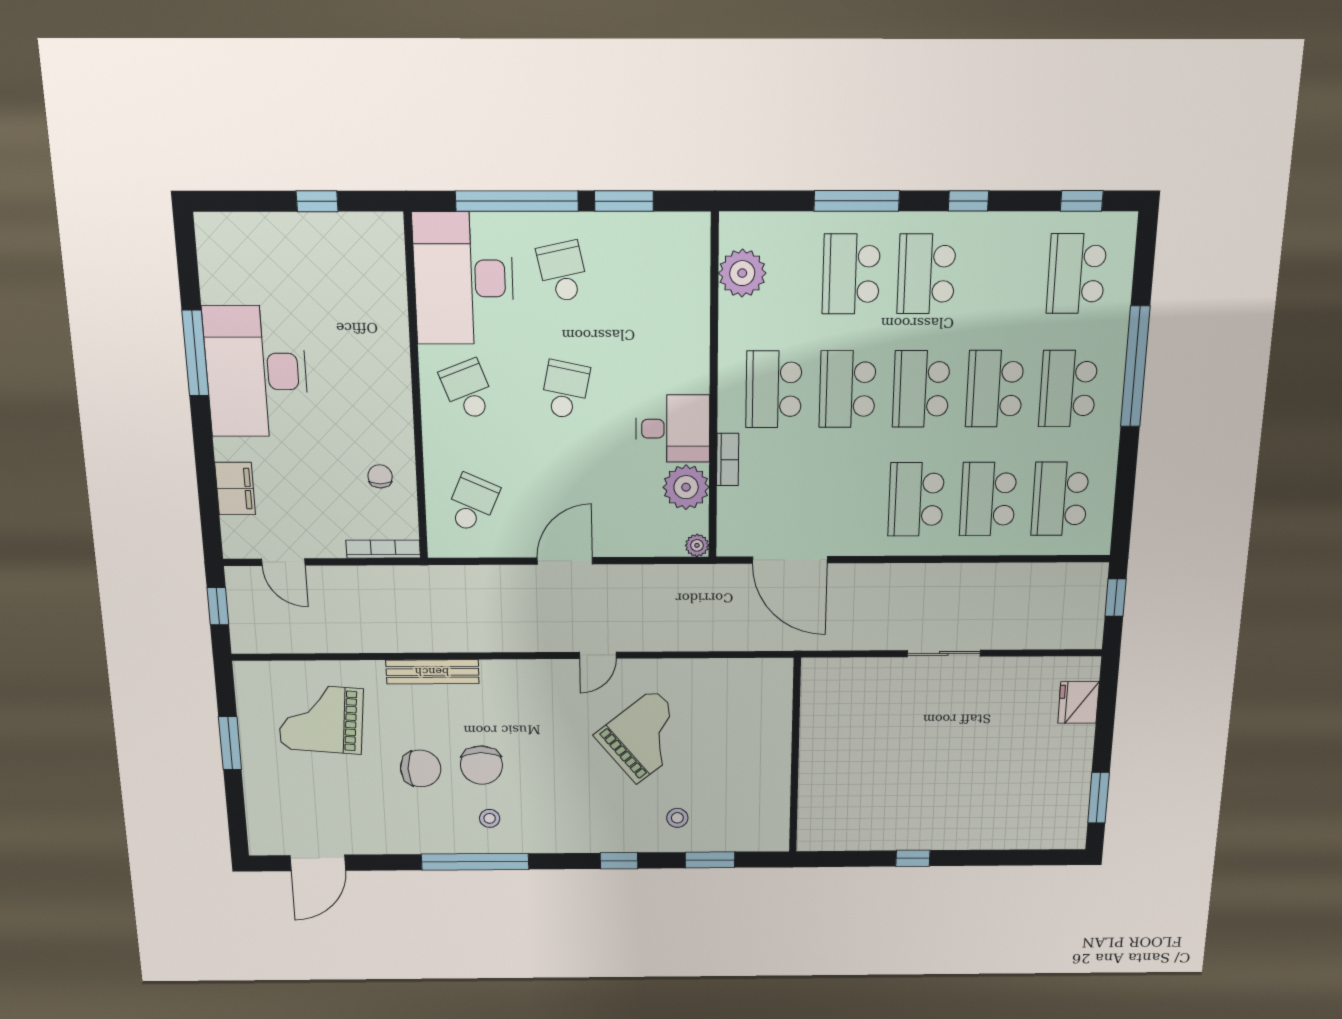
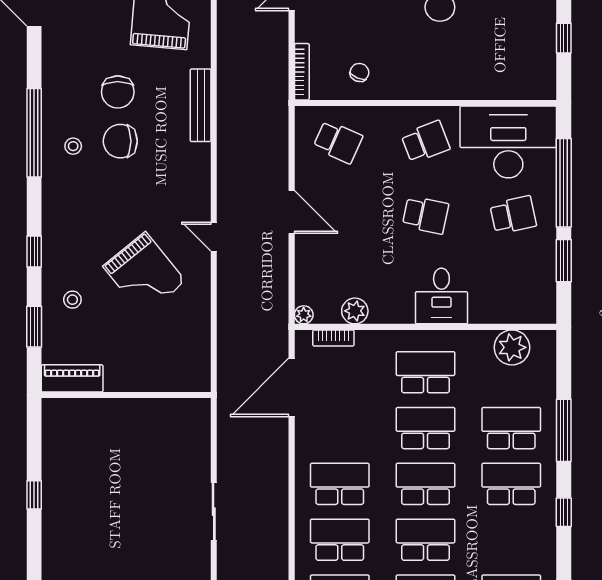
desk: (673, 429) -> (441, 296), moved
bookcase: (728, 460) -> (333, 338), moved
chair: (380, 476) -> (359, 72), turned -67
plant: (686, 487) -> (355, 311), width x0.73, depth x0.73
piano: (773, 817) -> (72, 378), added

